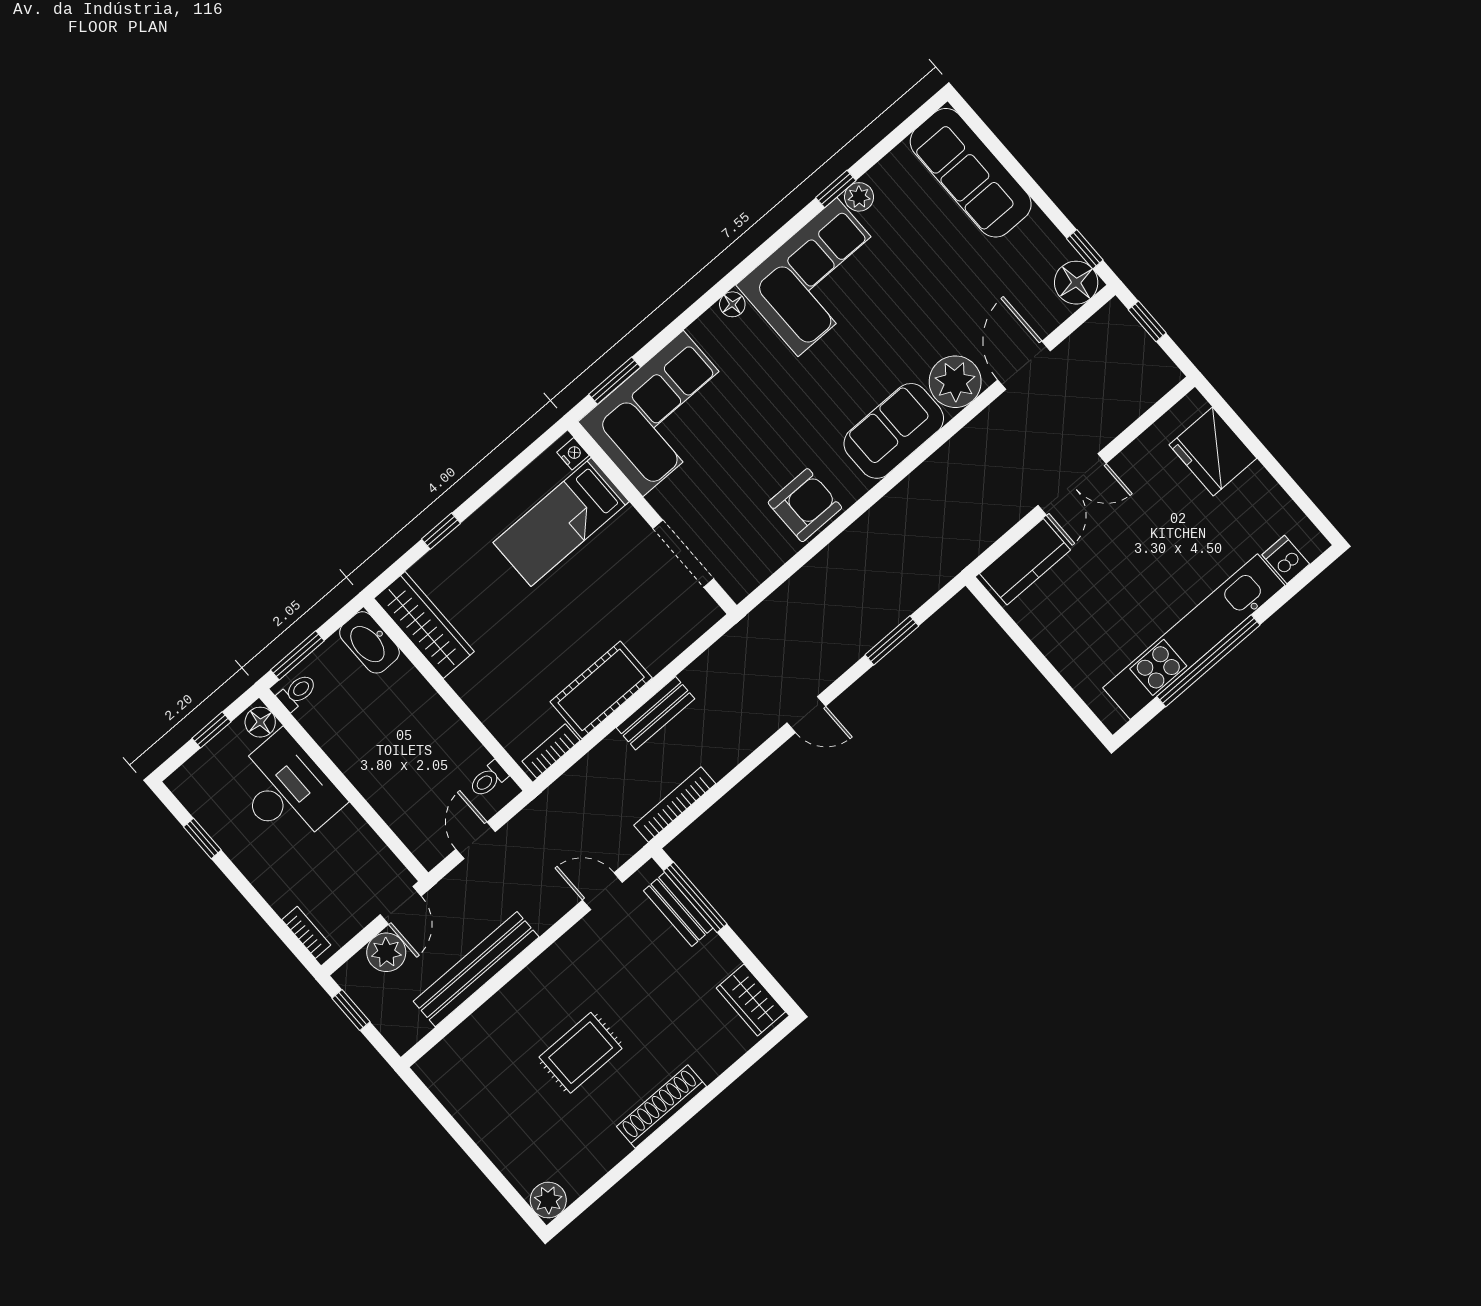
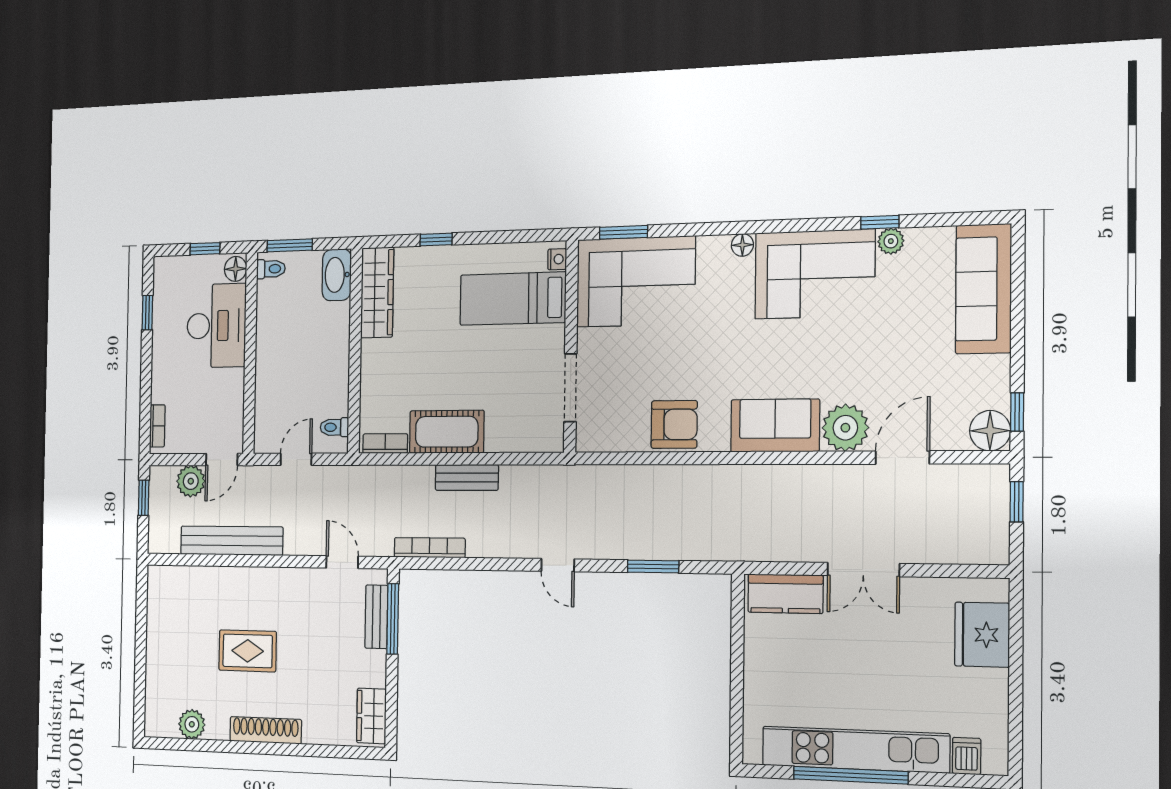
plant: (548, 1200) -> (192, 724), moved

